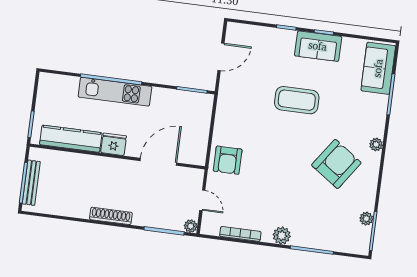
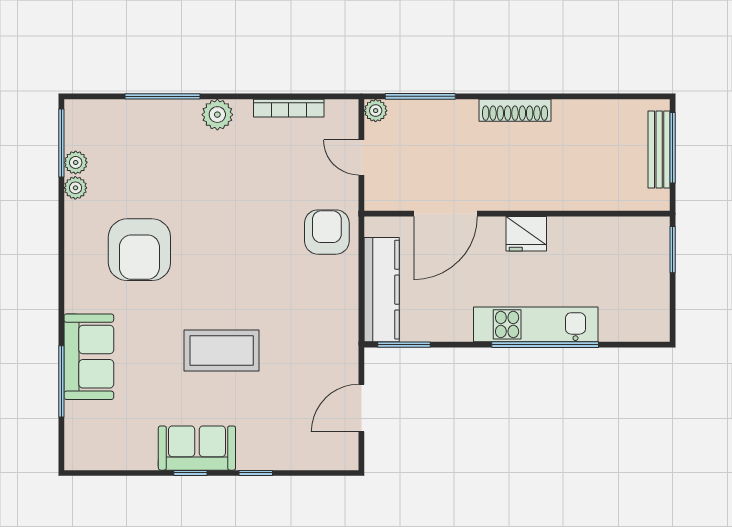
sofa: (378, 68) -> (89, 357), moved
kitchen counter: (71, 139) -> (382, 290), moved, turned -90
plant: (376, 144) -> (75, 188), moved
armchair: (336, 164) -> (139, 250), turned -35

